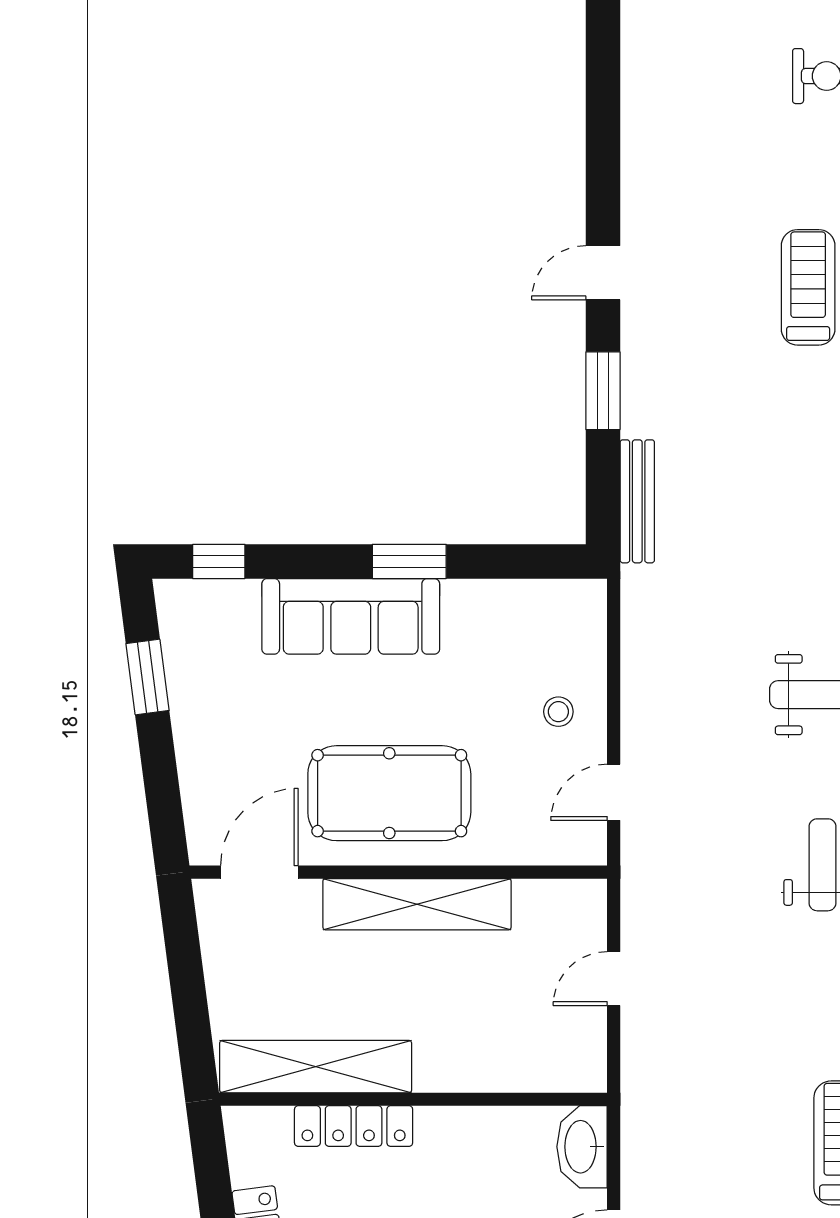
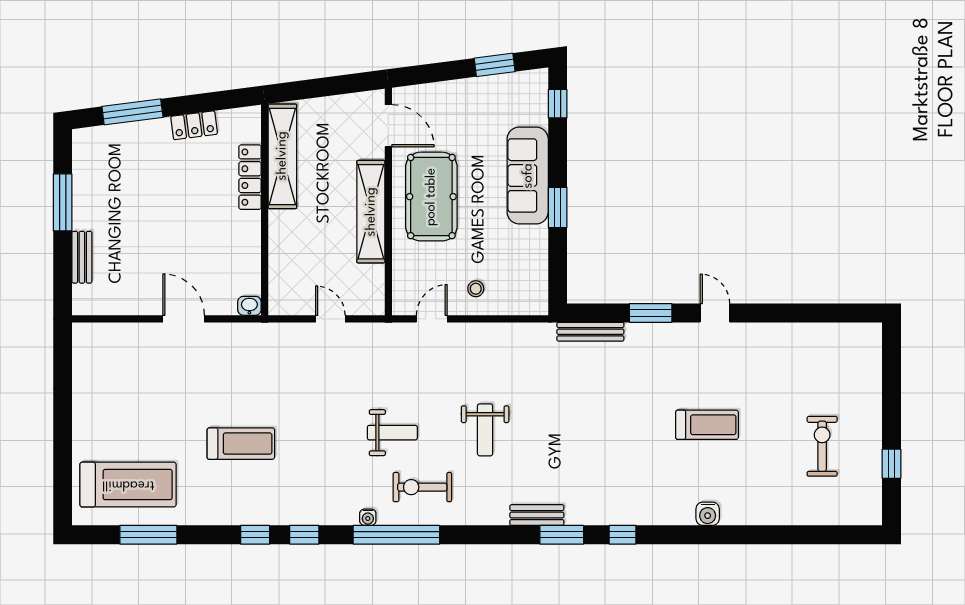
door: (614, 792) -> (432, 319), hinge flipped
washbasin: (582, 1147) -> (249, 306), width x0.52, depth x0.69

